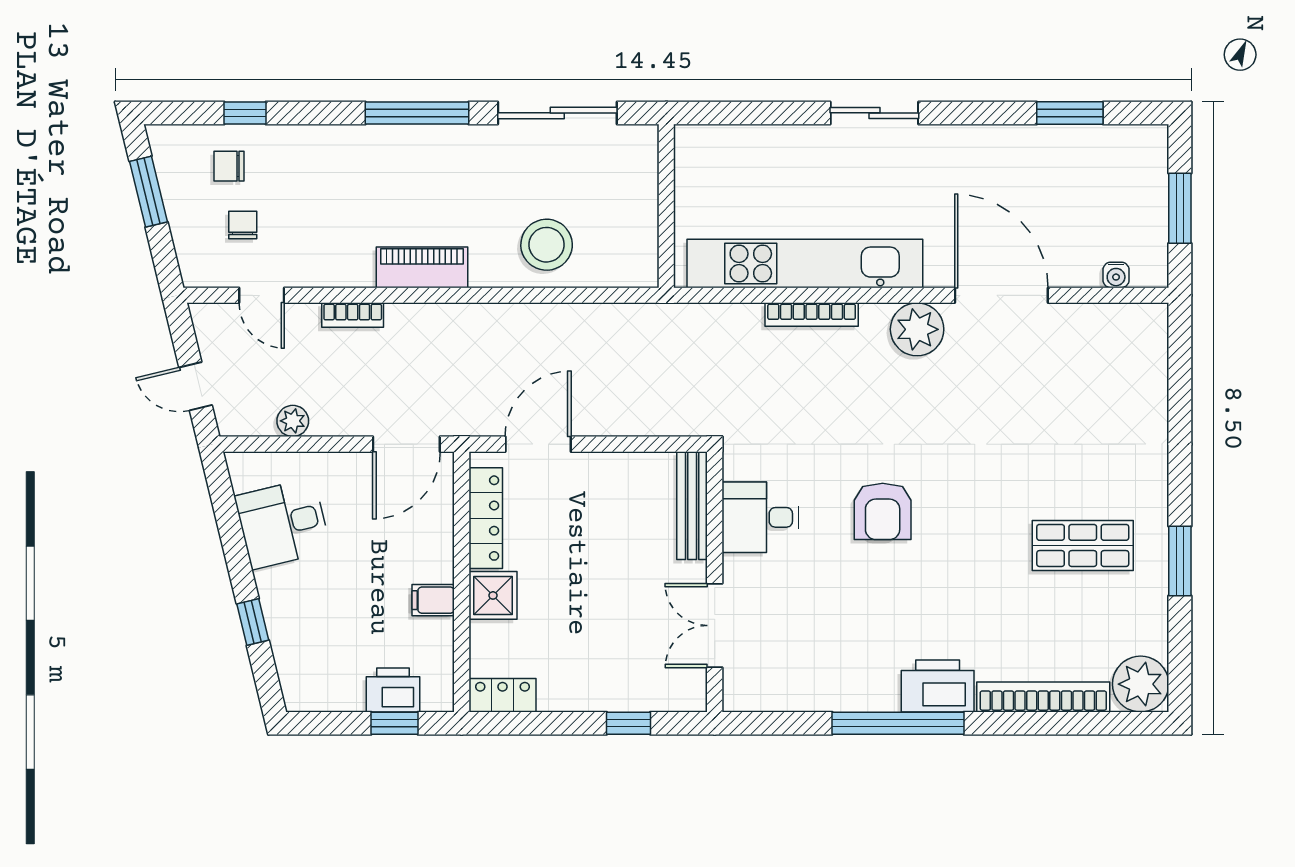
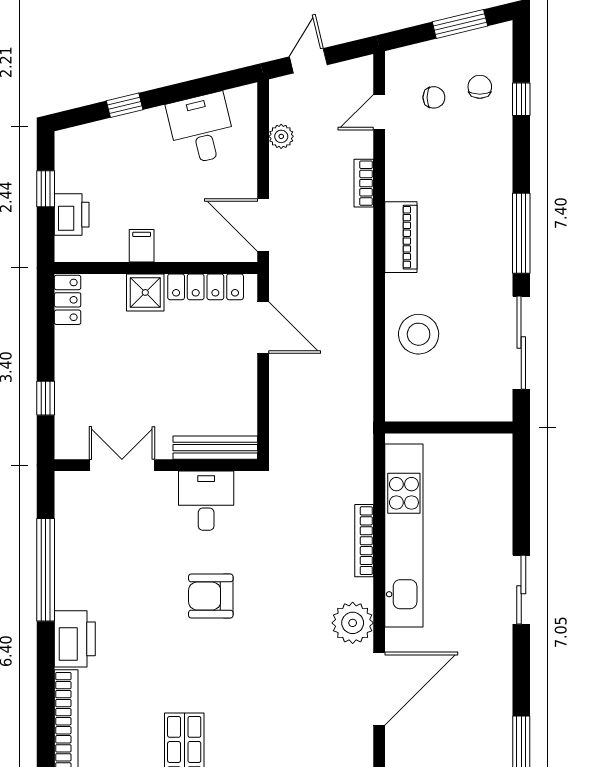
window: (394, 723) -> (46, 189), moved
window: (898, 723) -> (46, 570), moved

